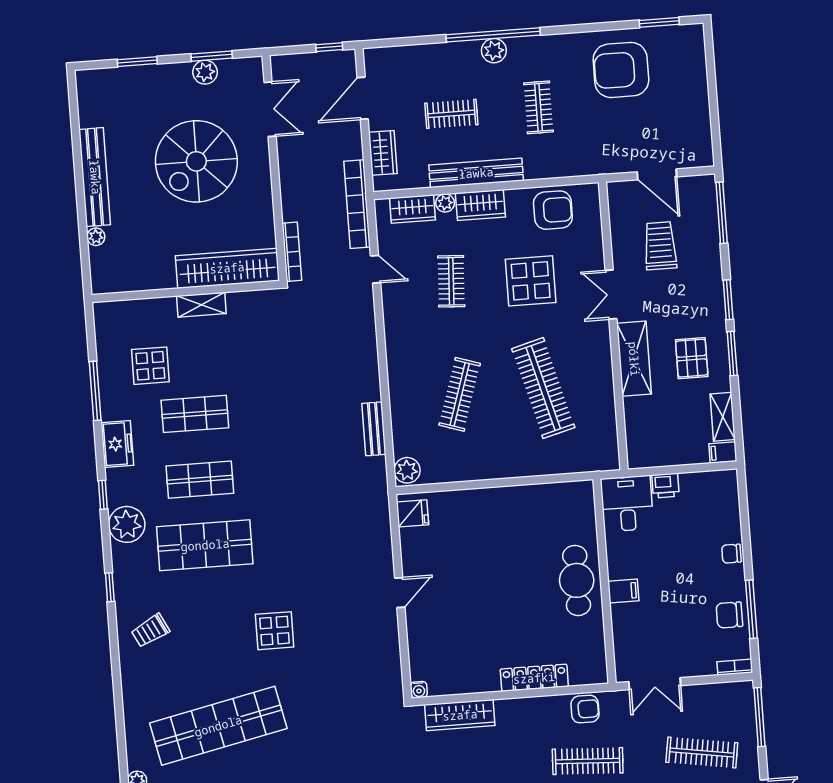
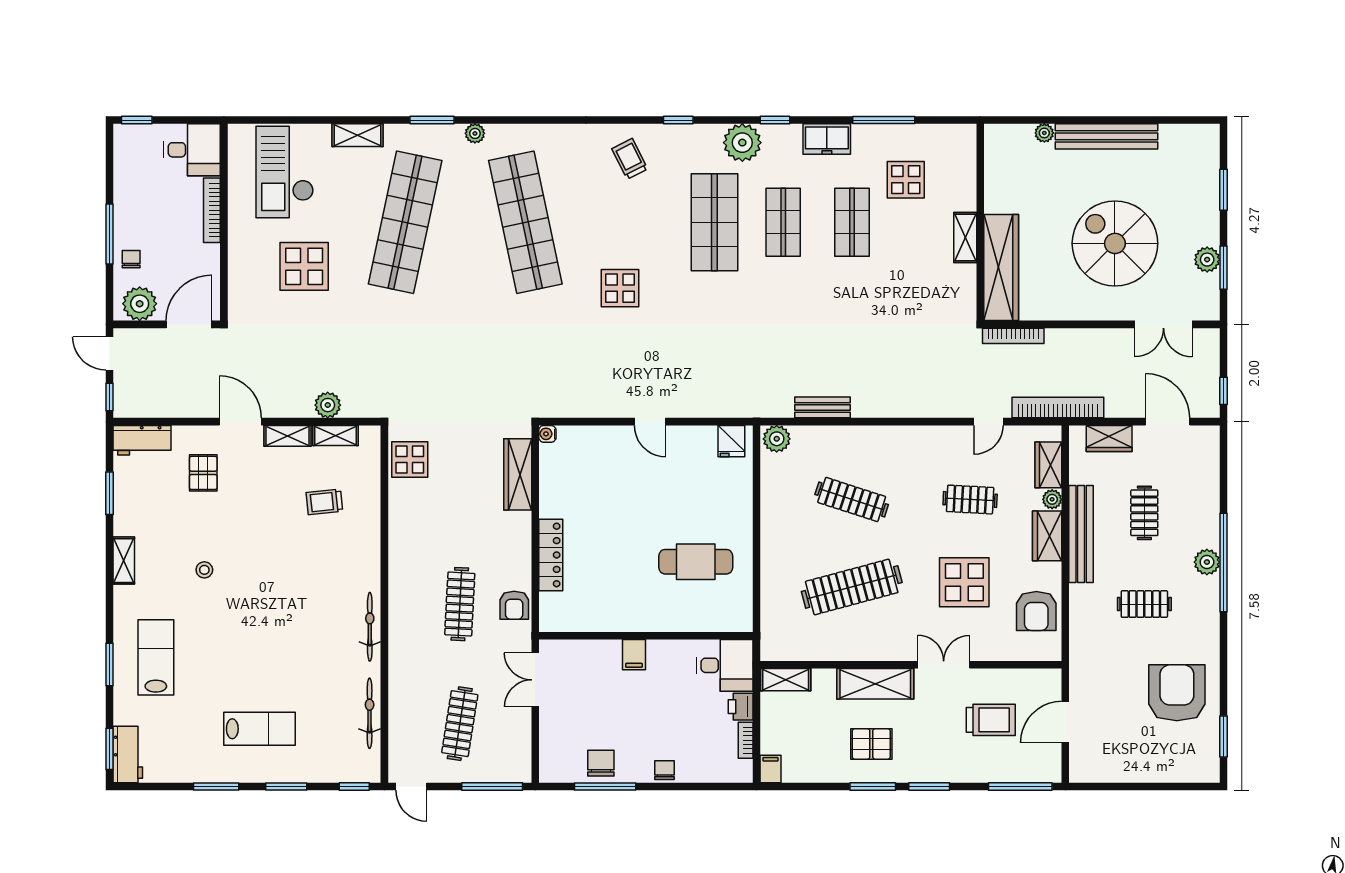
shelving: (723, 417) -> (786, 680), moved
cafe table: (577, 580) -> (696, 562), moved
bookcase: (735, 667) -> (746, 740), moved, turned 180

